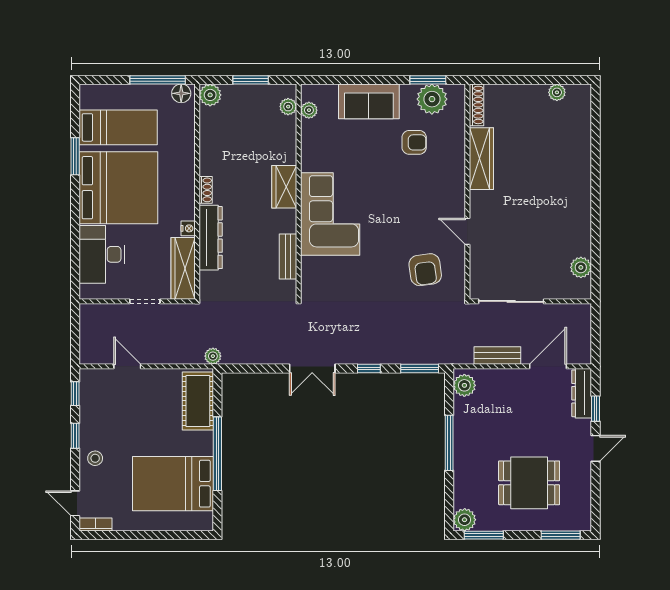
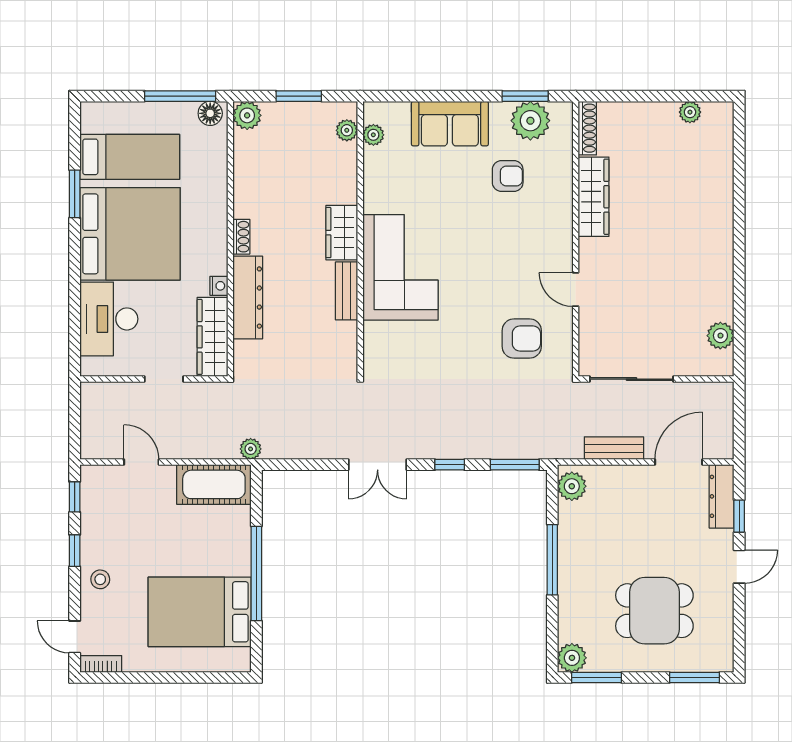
bench: (288, 257) -> (347, 291), moved
armchair: (425, 270) -> (522, 339), turned -82
cot: (198, 401) -> (214, 484), moved, turned 90

